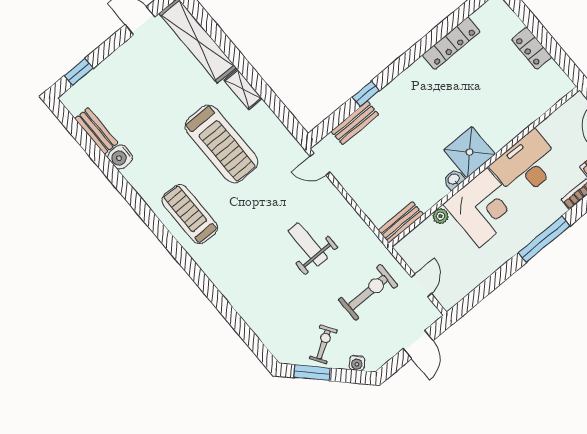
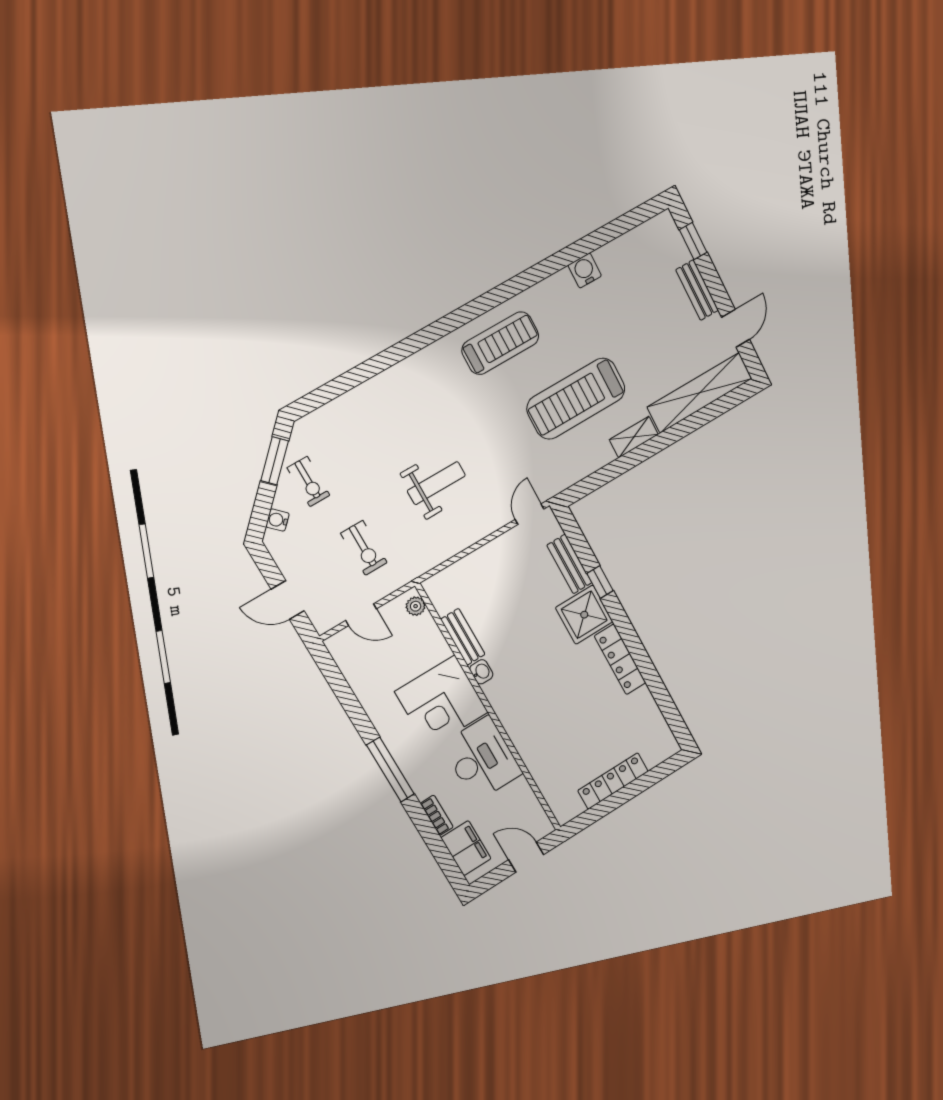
locker: (451, 43) -> (620, 659), moved
locker: (532, 48) -> (613, 781), width x1.53
bench: (96, 131) -> (697, 290), moved, turned 90
shower: (469, 152) -> (584, 615), moved
plant: (440, 216) -> (416, 606), moved
bench: (401, 222) -> (463, 637), moved
exercise bike: (368, 292) -> (364, 548), width x0.73, depth x0.72
exercise bike: (323, 344) -> (309, 482), turned 32

